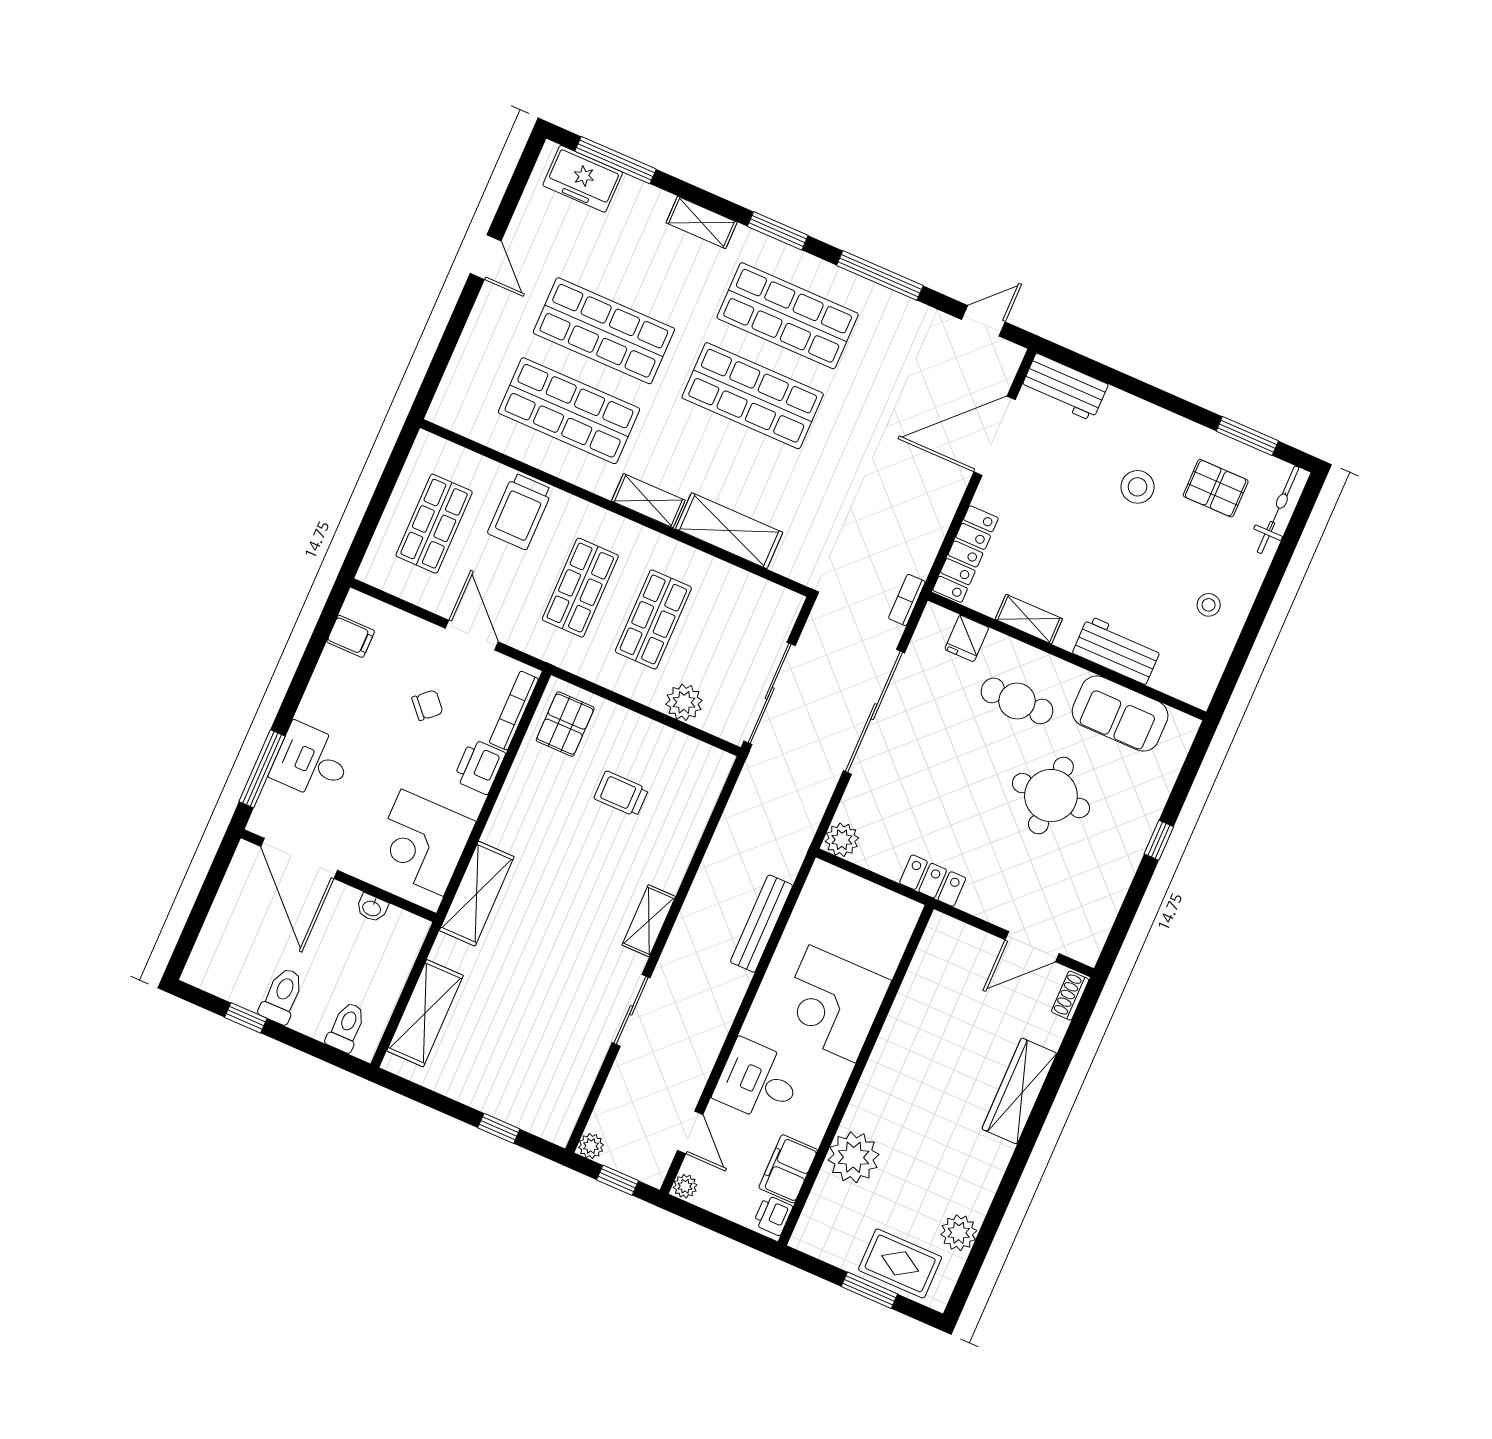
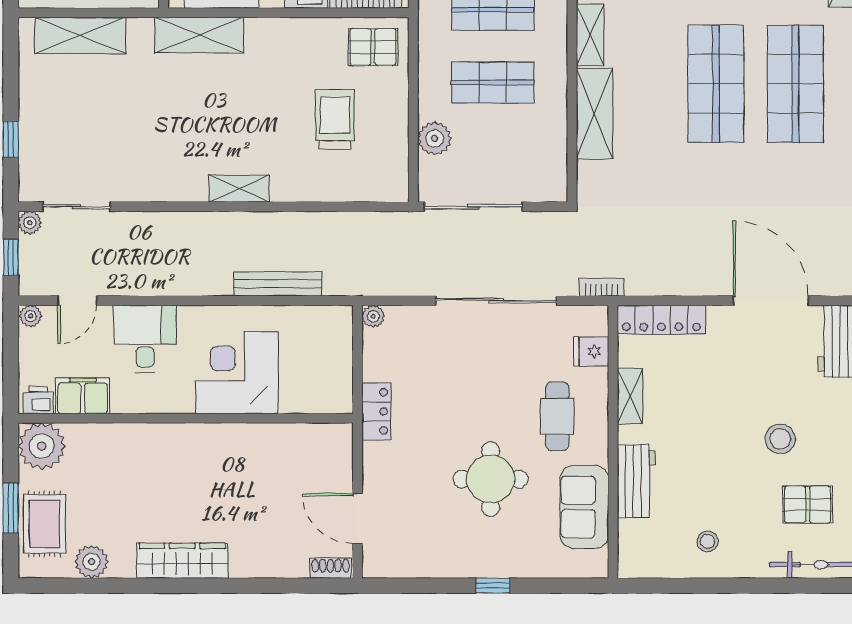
pallet: (1216, 488) -> (808, 505), turned 90
trolley: (621, 794) -> (335, 119), width x1.36, depth x1.39
plant: (842, 840) -> (373, 316), width x0.73, depth x0.73
sliding door: (631, 1010) -> (77, 207), moved
wardrobe: (1019, 1091) -> (182, 561), moved
plant: (853, 1157) -> (42, 446), moved

